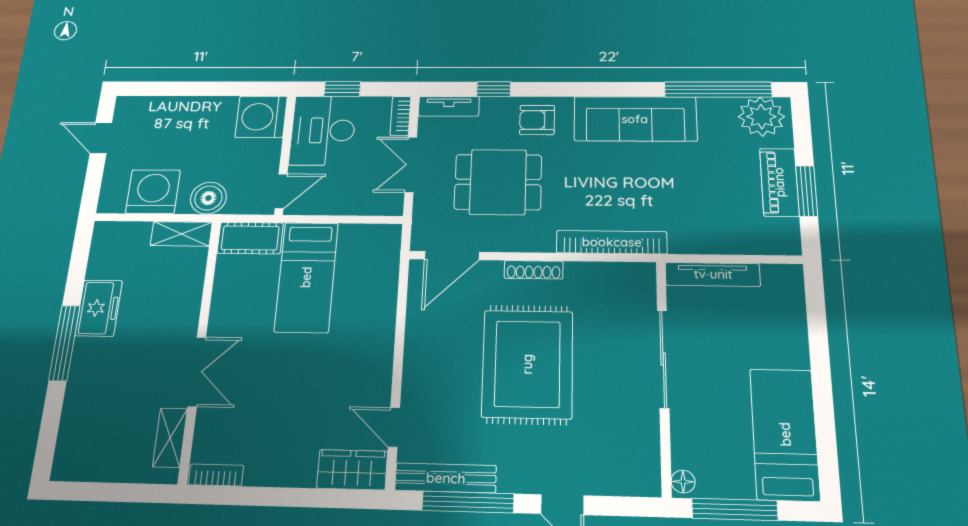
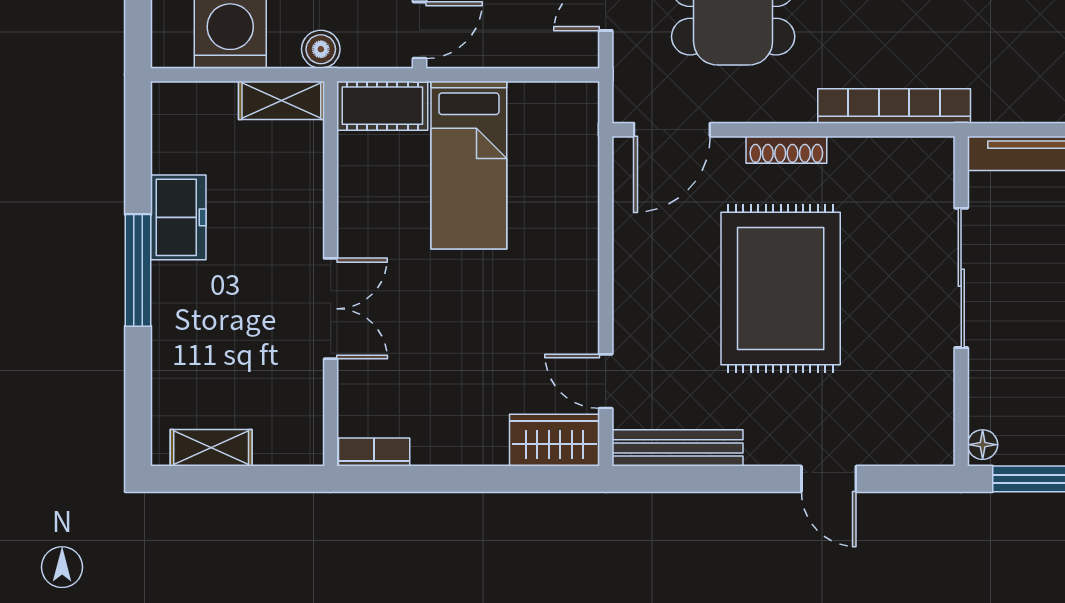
boiler: (208, 198) -> (321, 49), width x0.73, depth x0.73
shelving: (170, 438) -> (211, 448), moved, turned 90
window: (468, 502) -> (708, 479), removed

